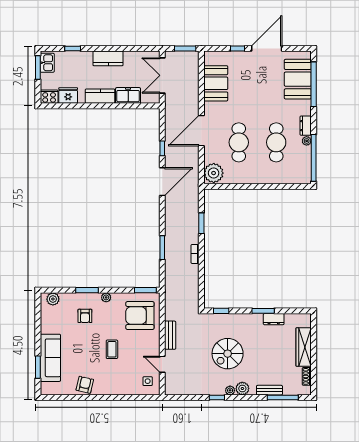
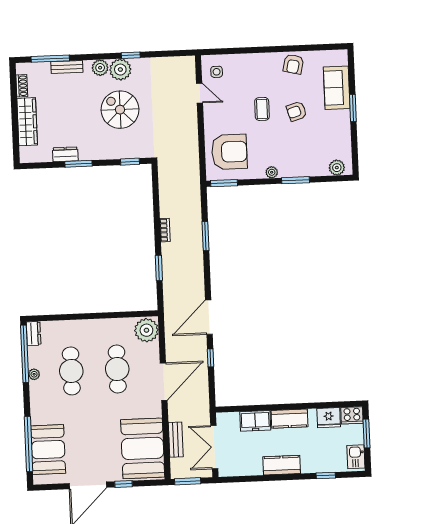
window: (38, 67) -> (367, 433), moved
double door: (162, 75) -> (214, 447), swing flipped
booth: (216, 83) -> (143, 448), width x1.36, depth x1.42
dresser: (306, 126) -> (34, 333), moved
armchair: (85, 316) -> (296, 111), moved, turned -107
bench: (170, 335) -> (176, 440), moved
spiral stairs: (228, 354) -> (120, 110), turned -90
sofa: (50, 358) -> (337, 88), width x0.73
window: (38, 367) -> (353, 108), moved
plant: (230, 390) -> (120, 70), width x1.88, depth x1.88

